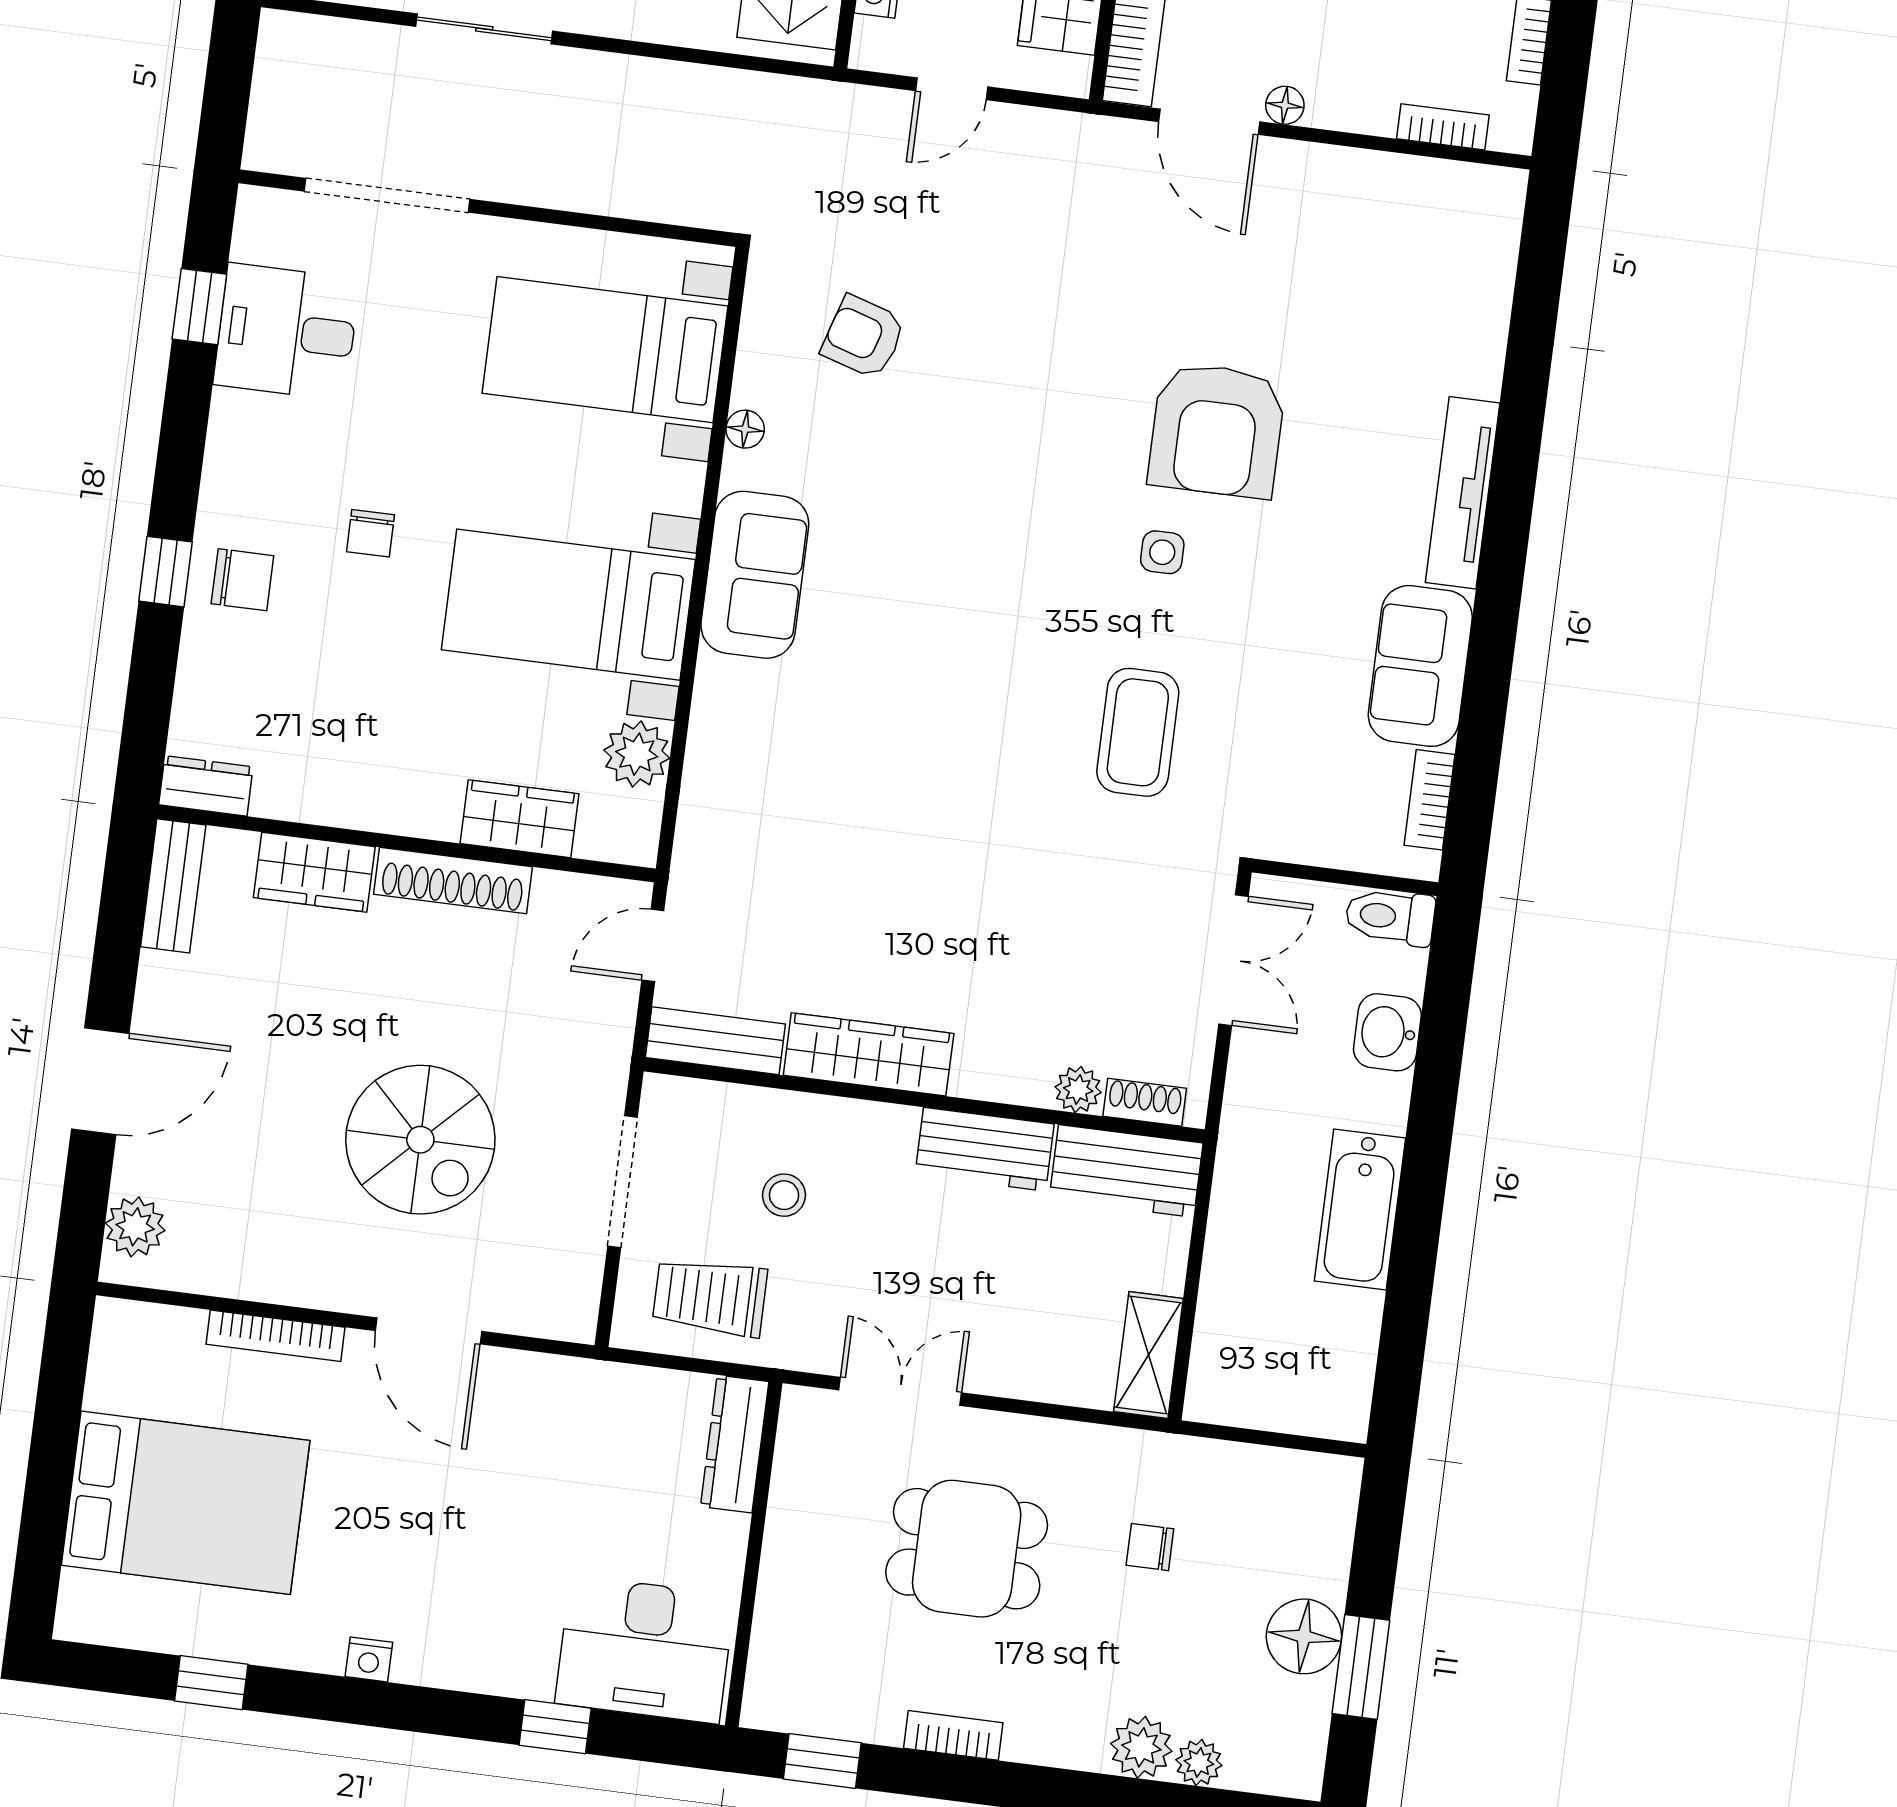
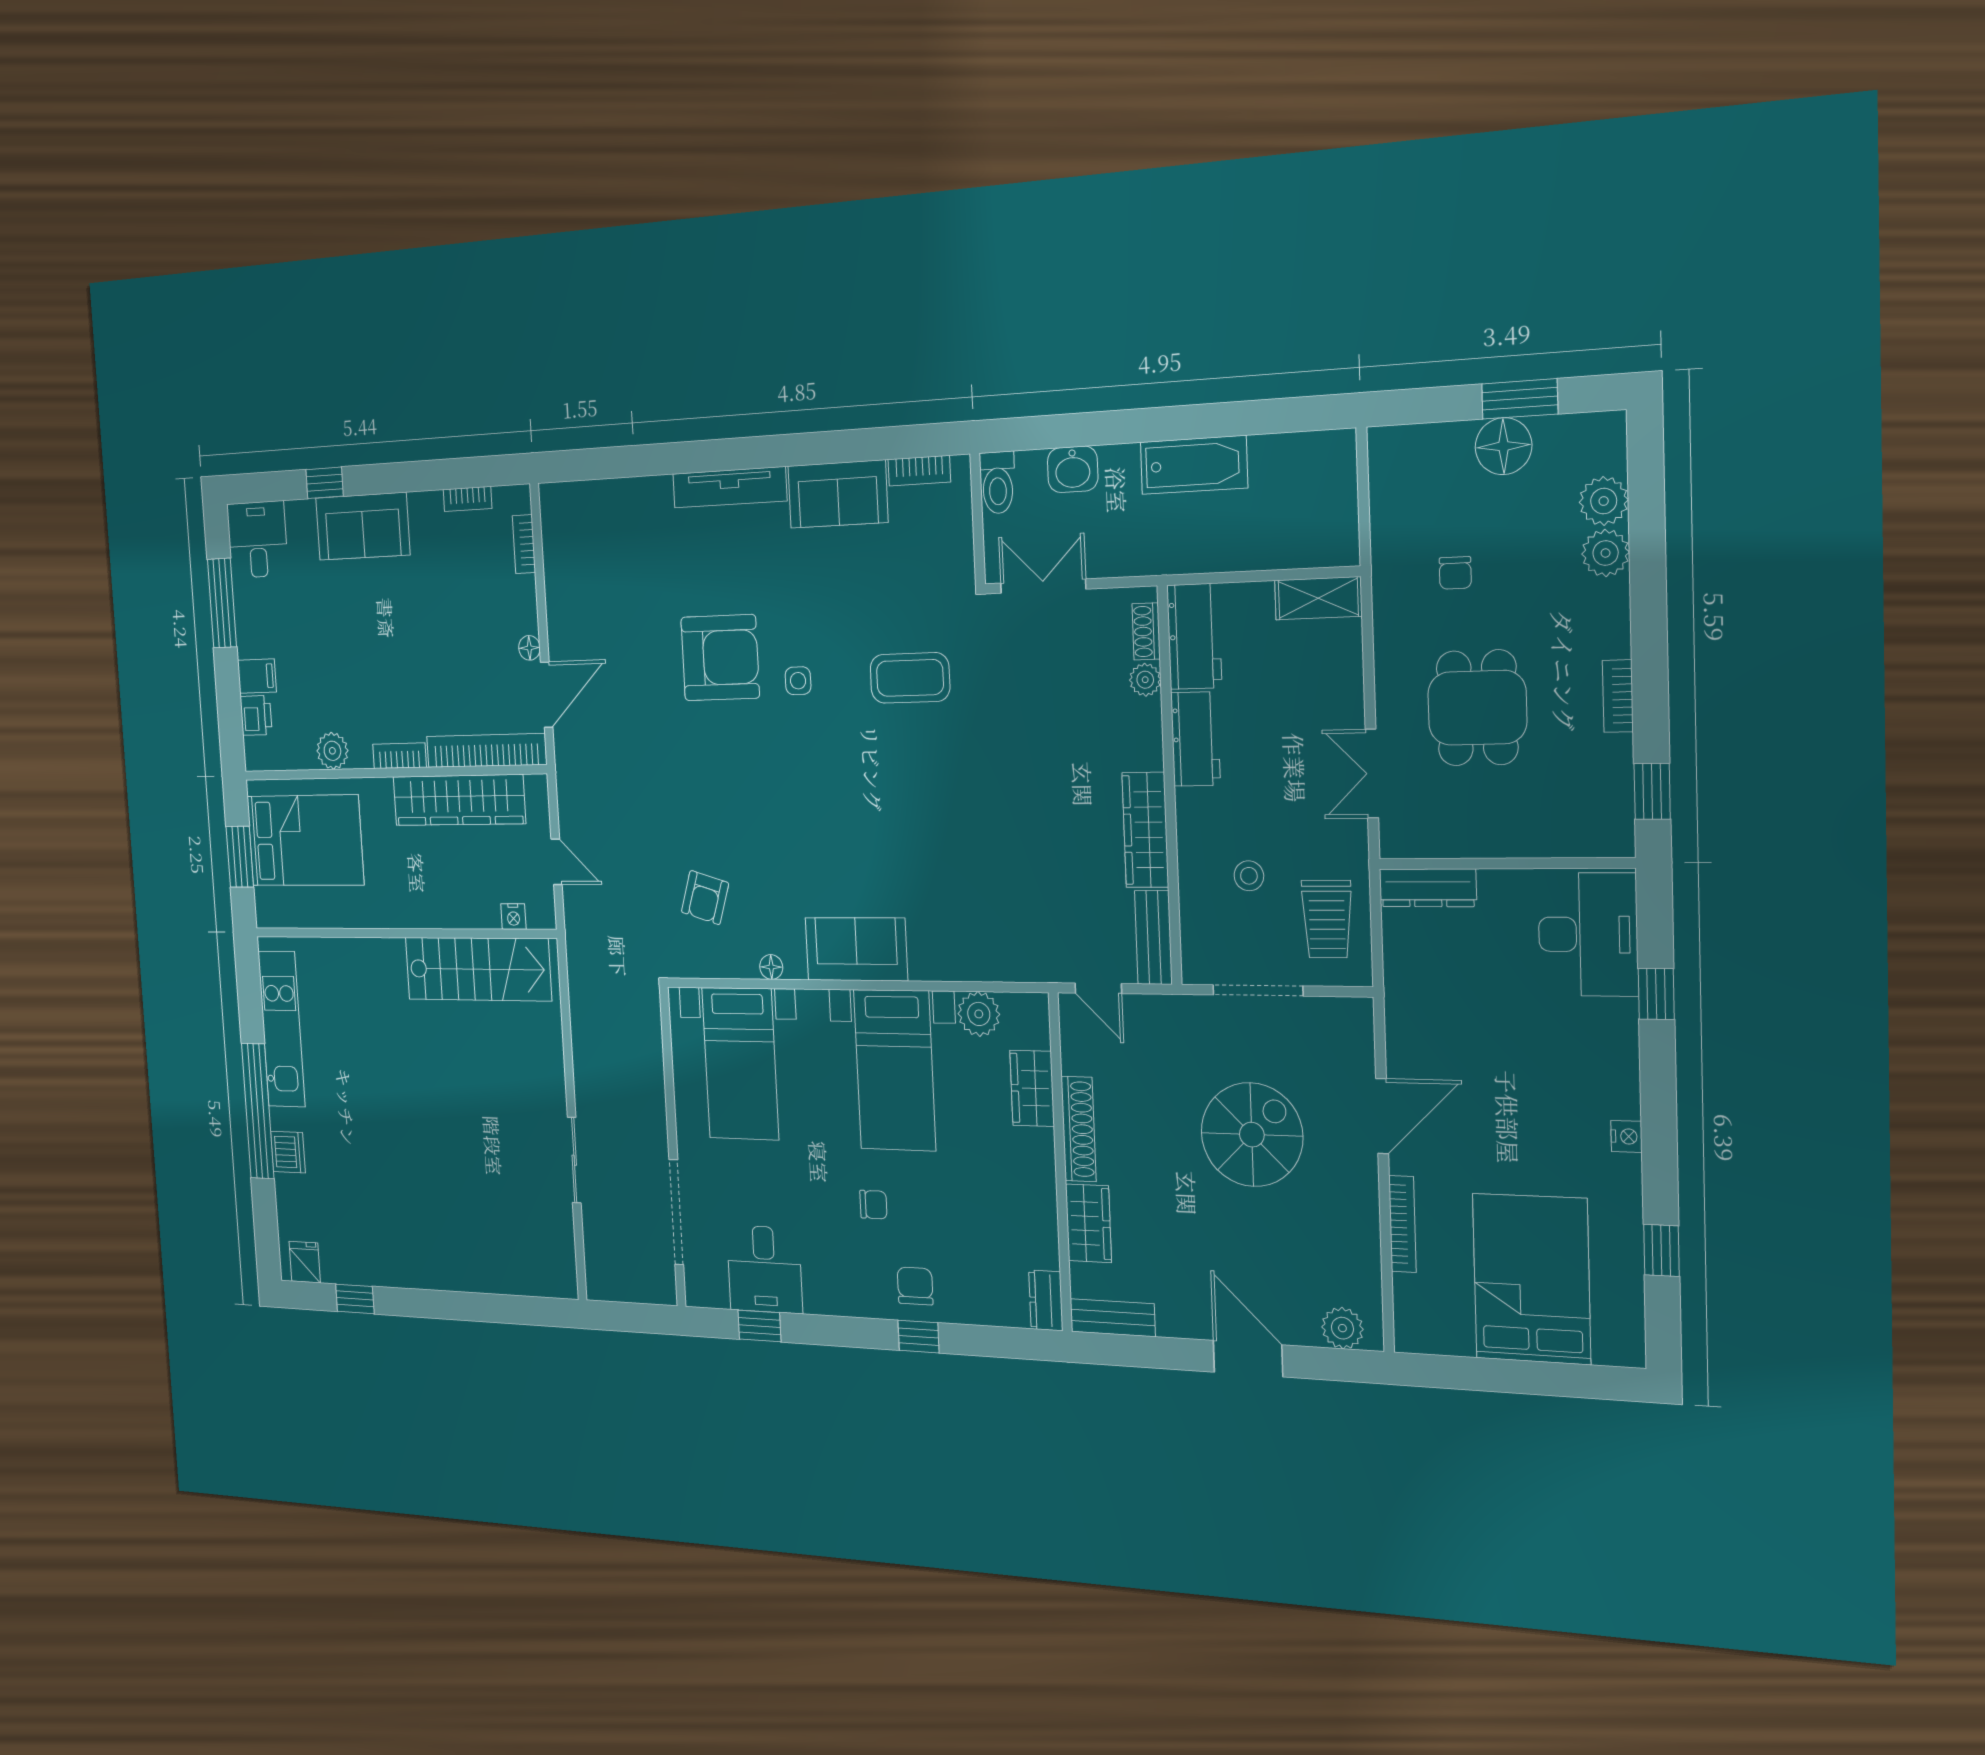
plant: (1199, 1763) -> (1604, 501), width x1.38, depth x1.38

